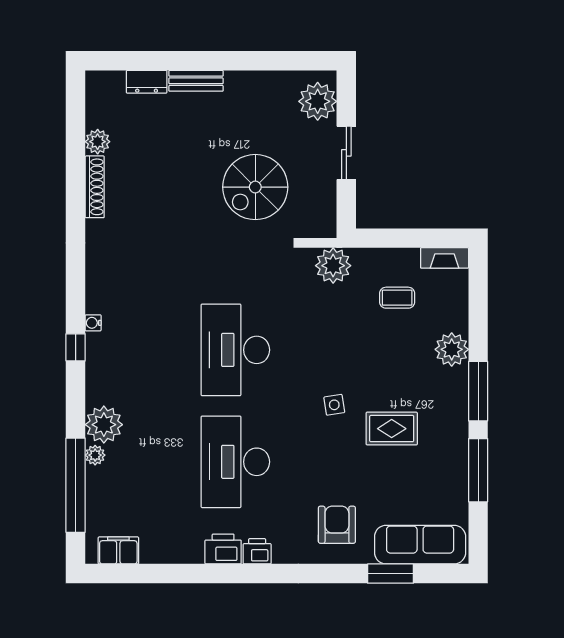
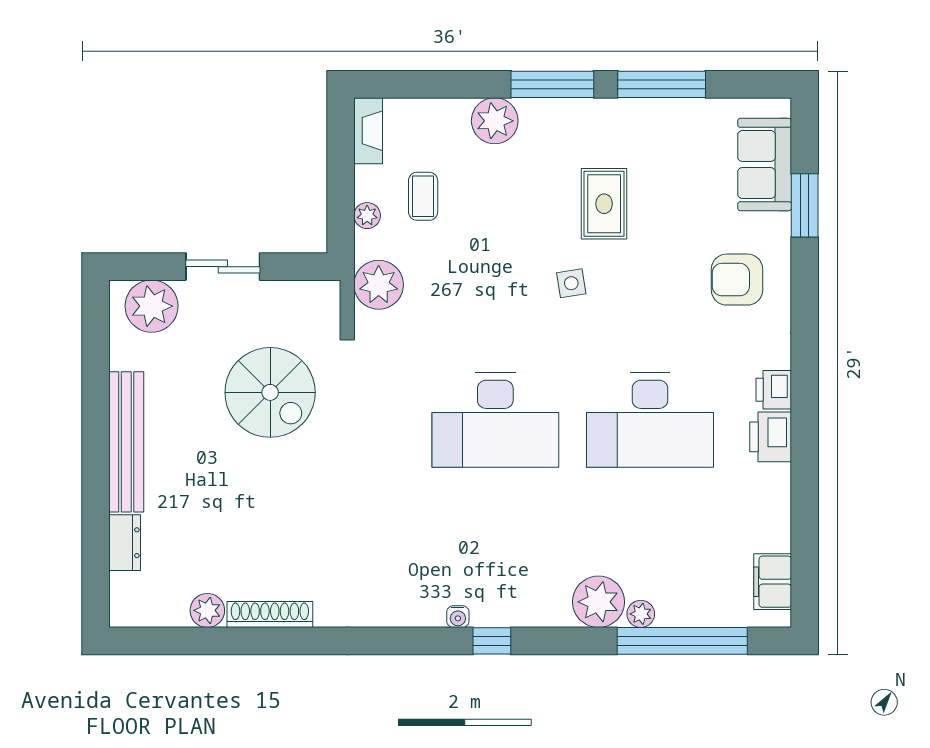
bench: (196, 81) -> (126, 442), width x1.86, depth x1.21
plant: (383, 257) -> (367, 216), added
sofa: (420, 545) -> (765, 165), width x0.73

